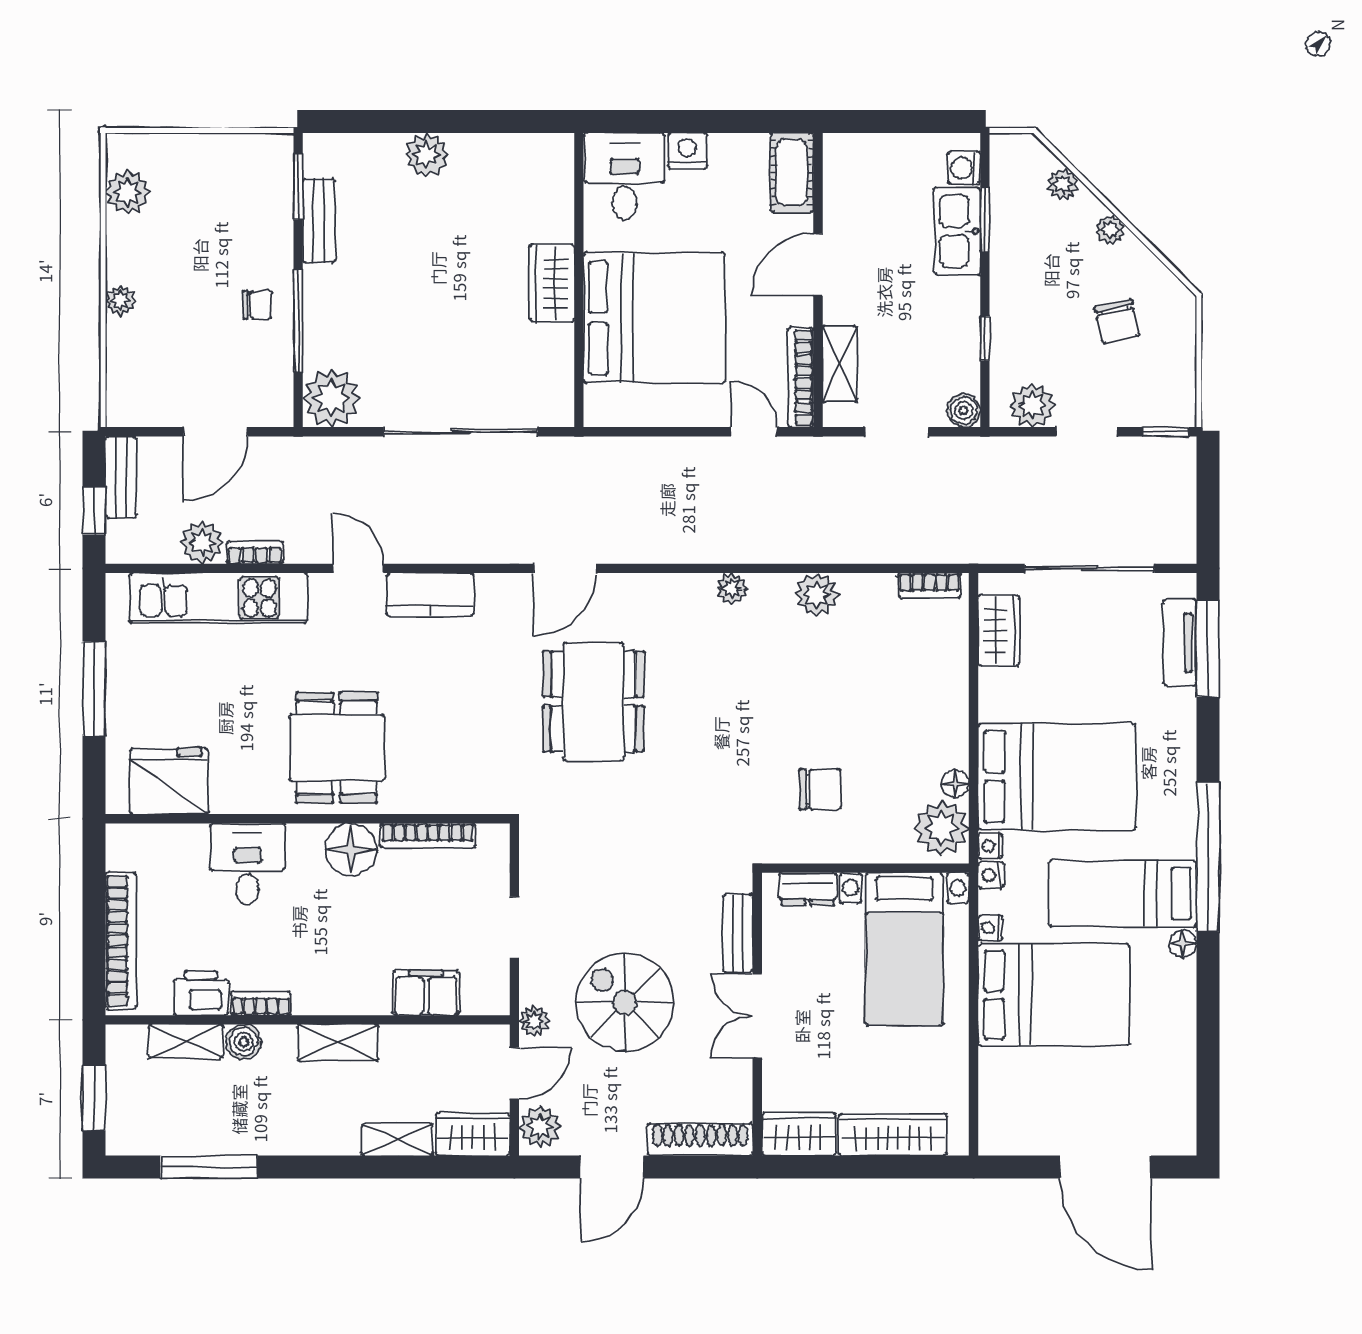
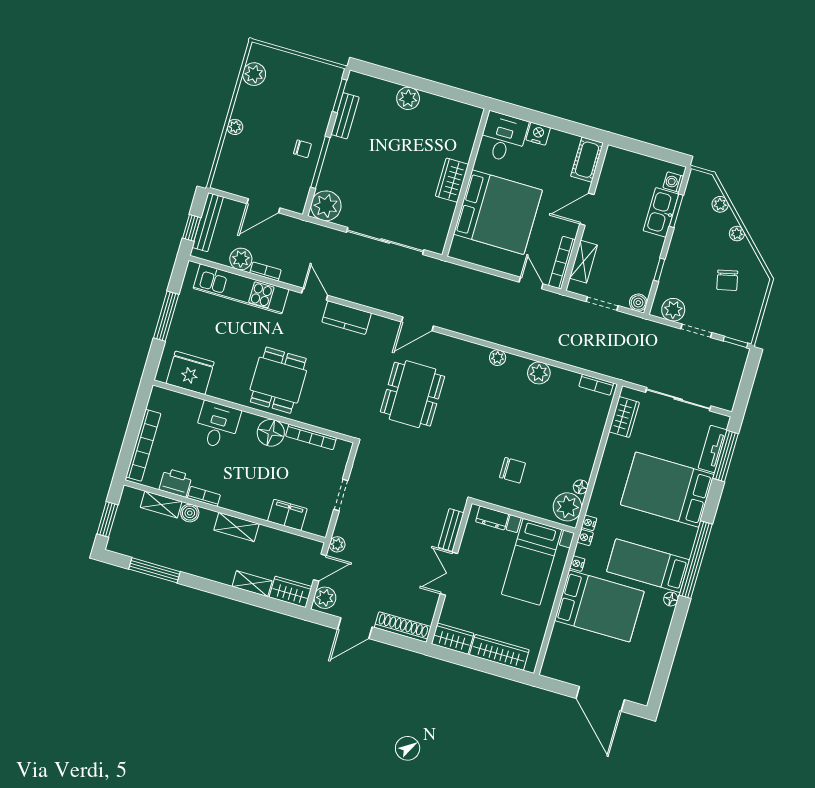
bench: (121, 477) -> (208, 222), width x1.36
bed: (1057, 777) -> (667, 490), moved, turned 180
spiral stairs: (625, 1002) -> (385, 548), removed

